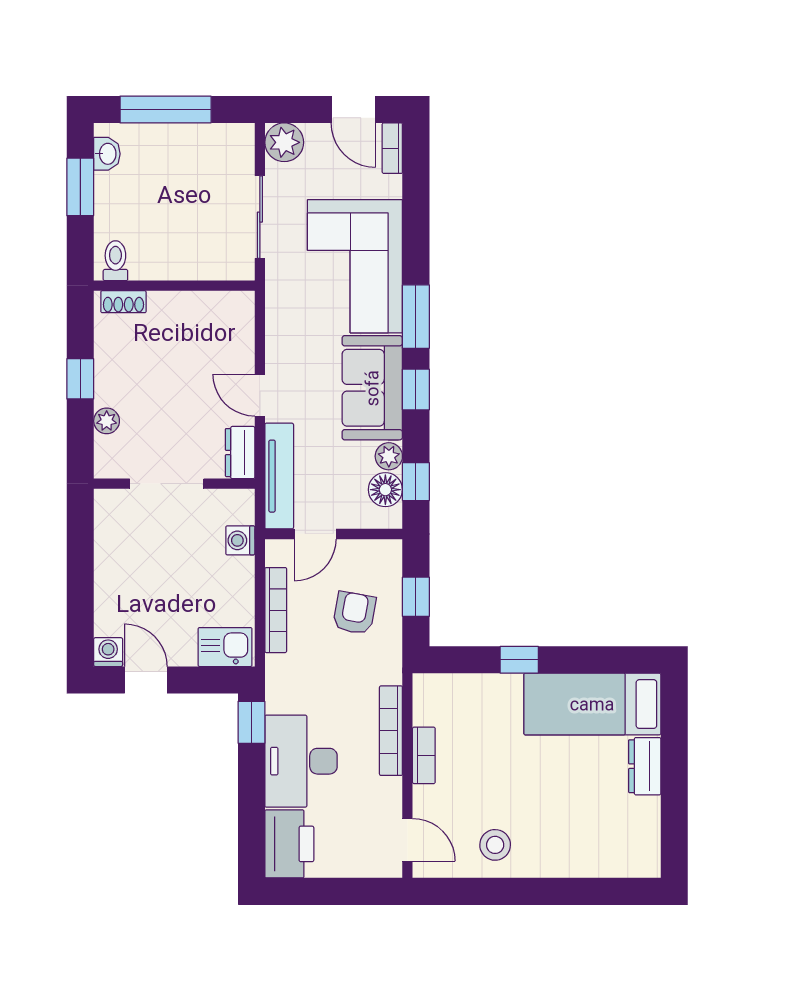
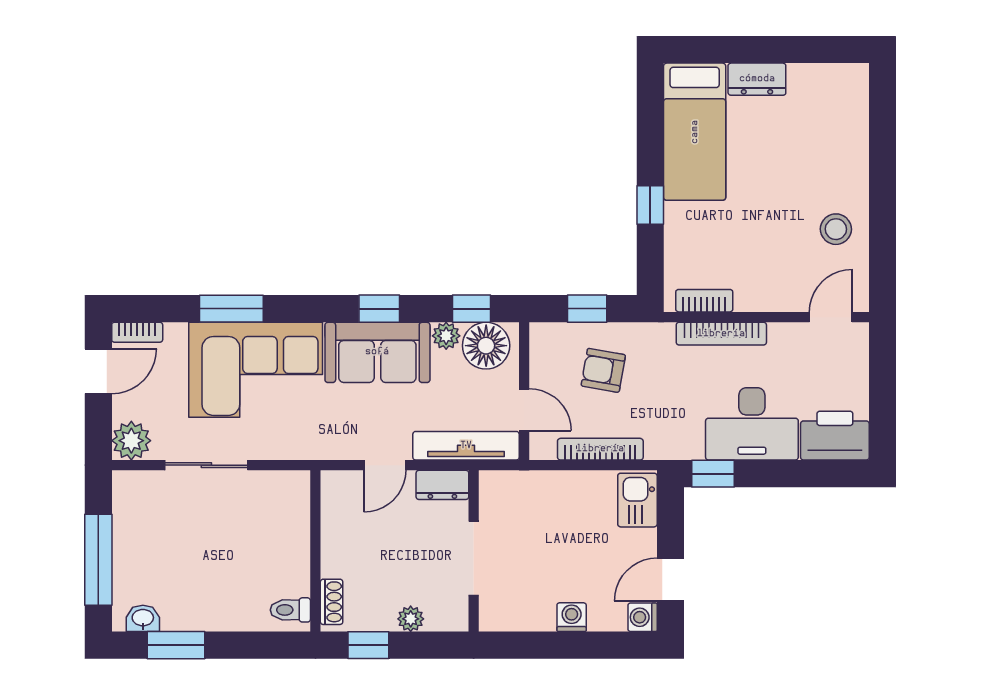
toilet: (115, 261) -> (290, 610), moved
wall: (174, 286) -> (315, 551), moved
shoe rack: (123, 302) -> (332, 602), moved
window: (416, 317) -> (231, 309), moved
floor lamp: (385, 490) -> (486, 346), width x1.38, depth x1.38
washing machine: (240, 540) -> (572, 617), moved, turned 180
bookcase: (424, 755) -> (704, 301), moved

